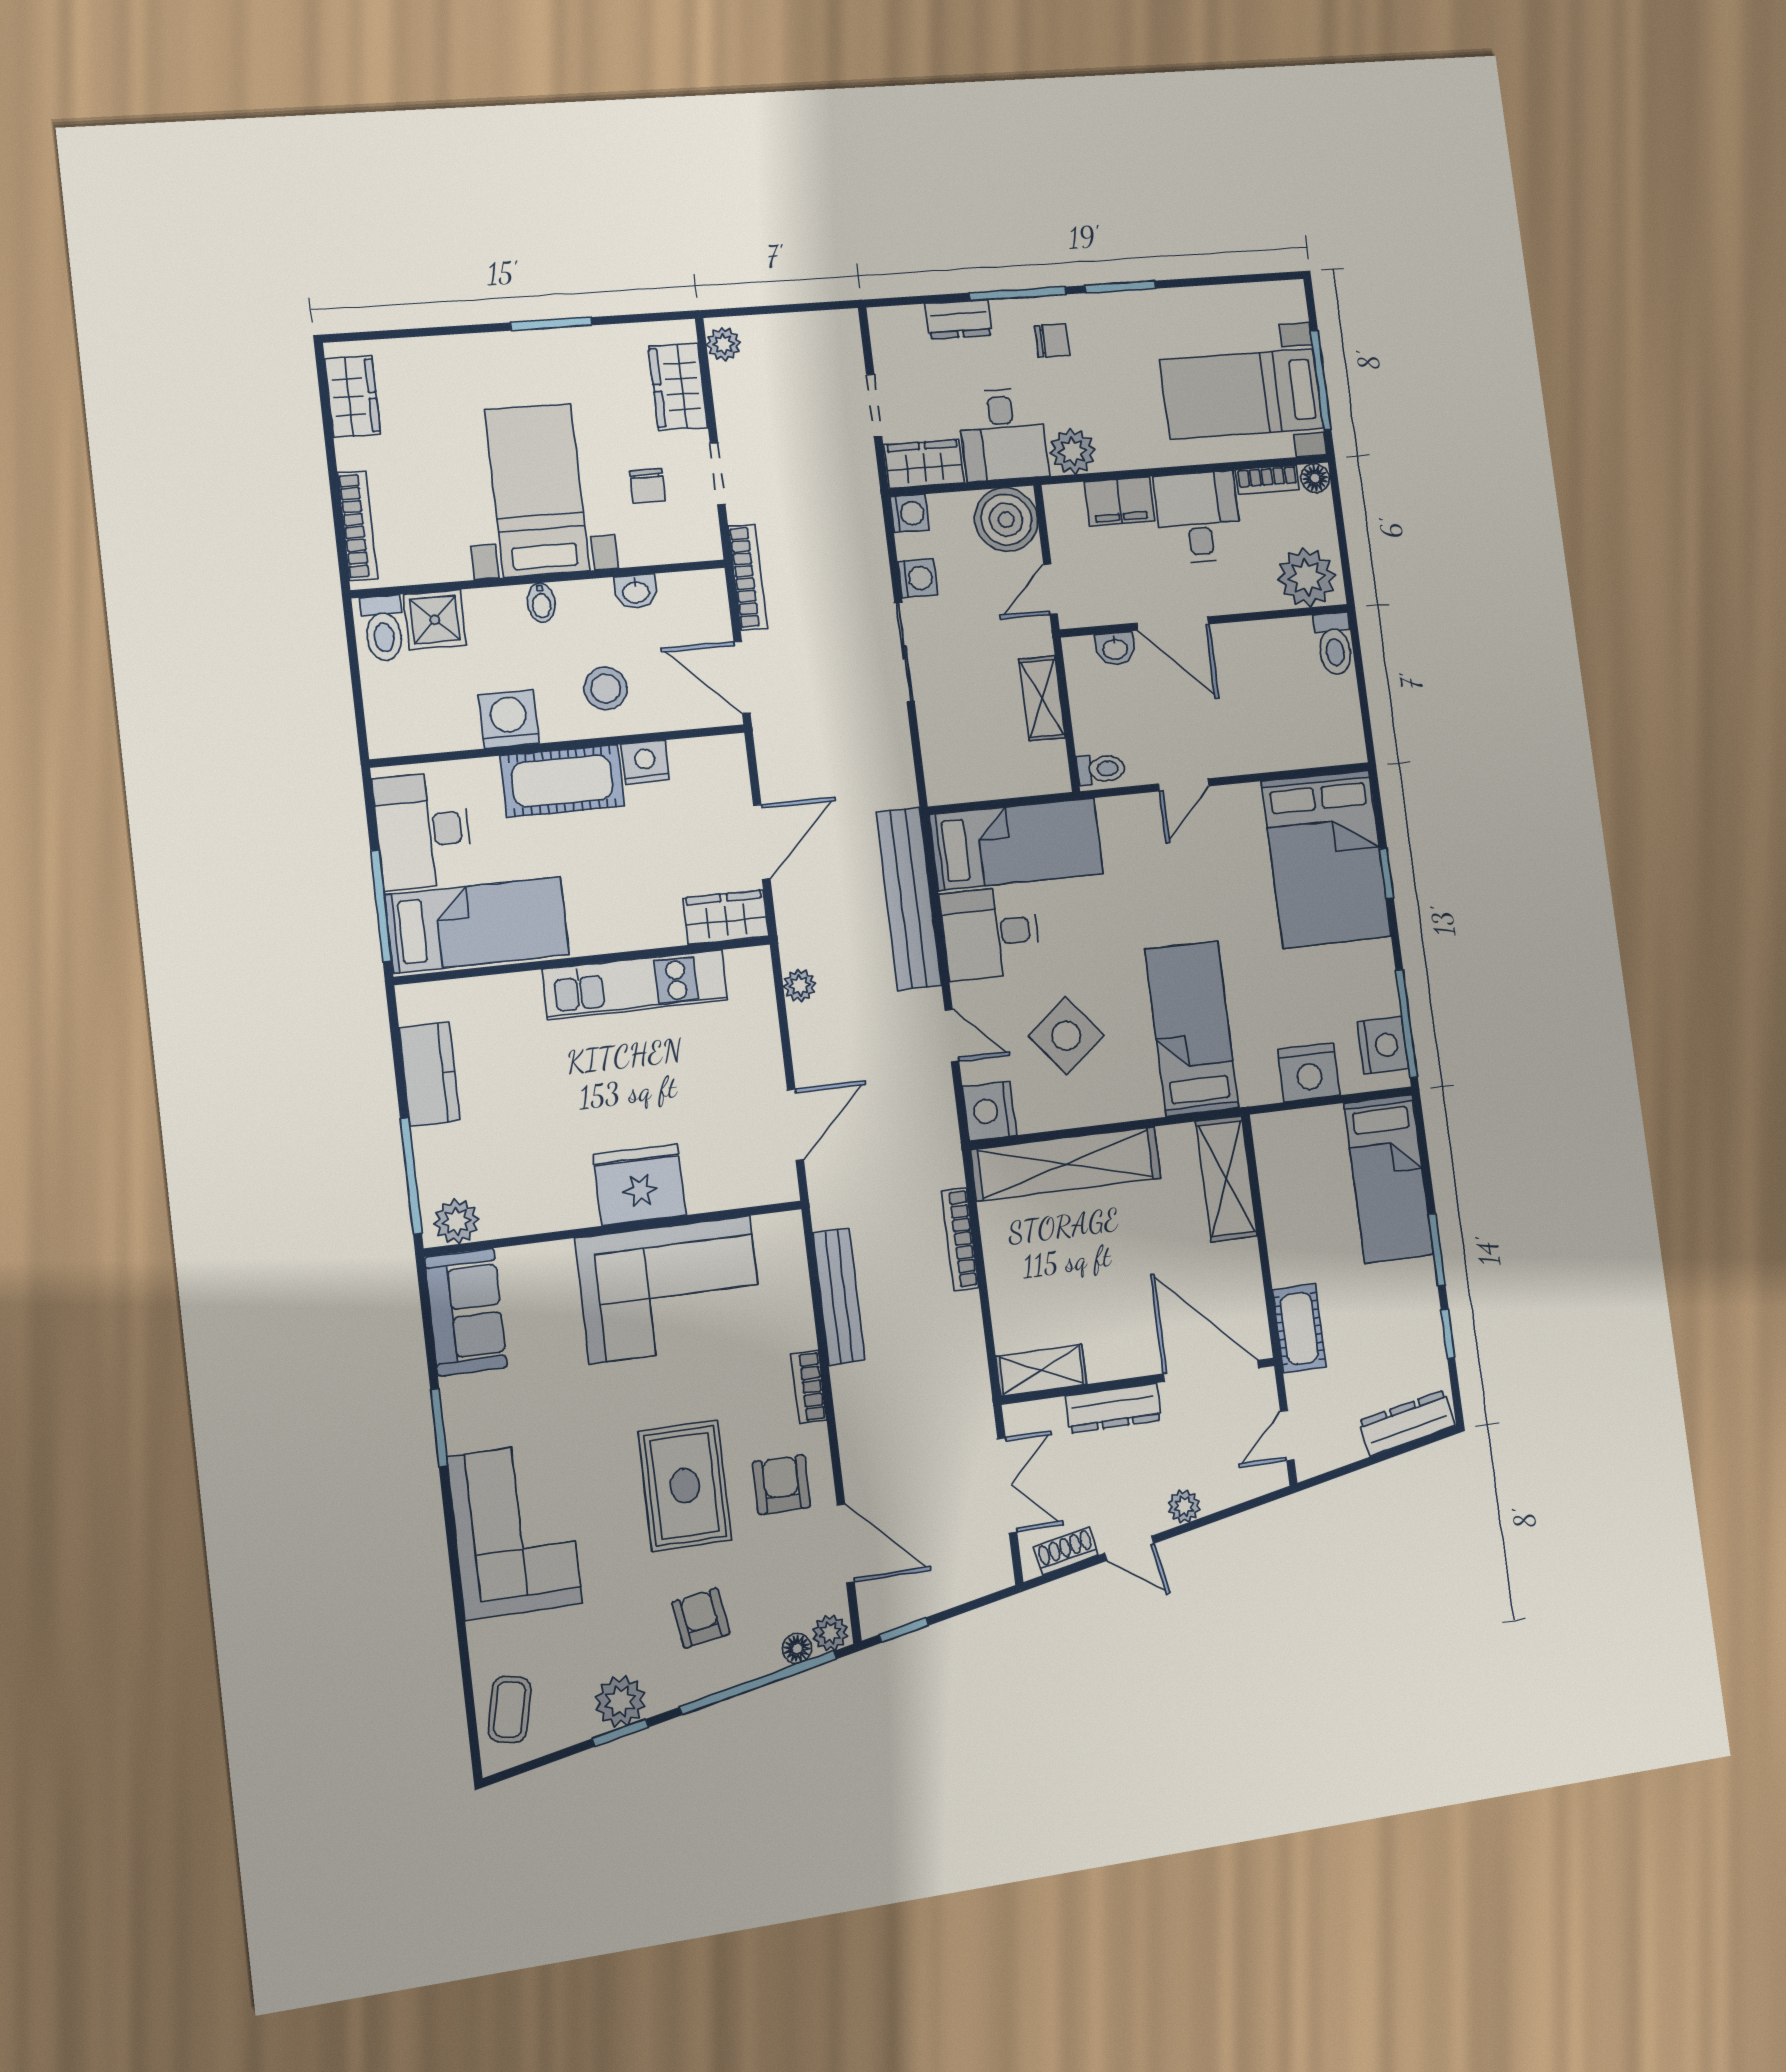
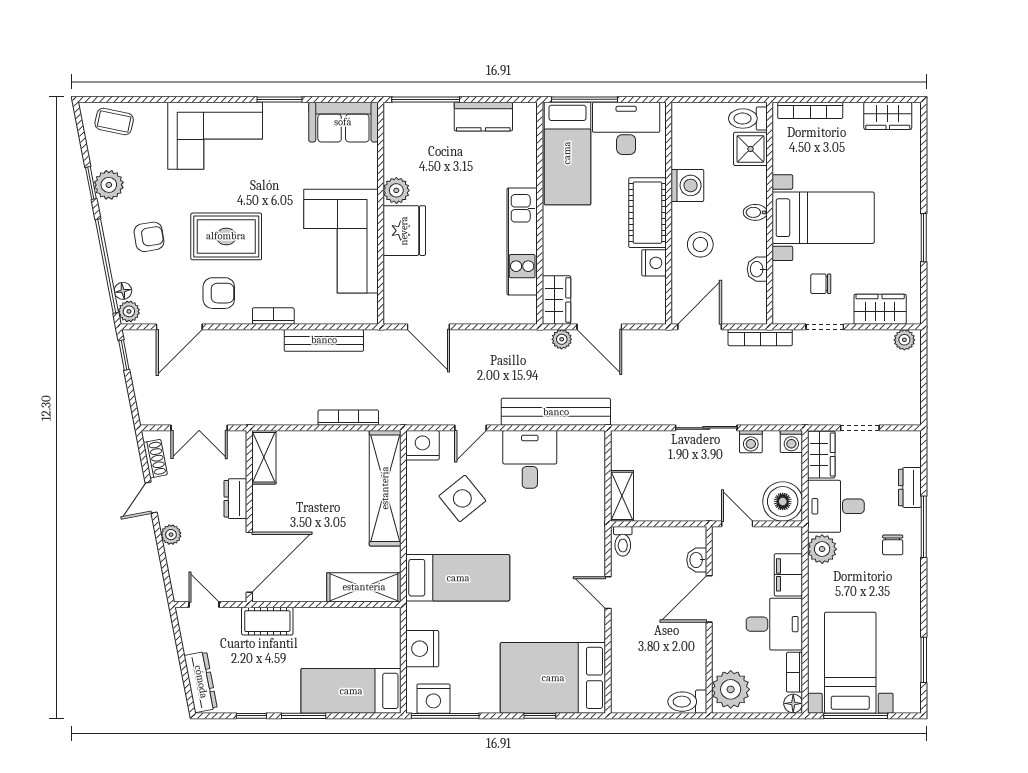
window: (1120, 287) -> (924, 660), moved
shelving: (1042, 698) -> (622, 496), moved, turned 90
bed: (1016, 844) -> (582, 482), removed
plant: (800, 986) -> (562, 339), moved
plant: (457, 1221) -> (396, 190), moved
dresser: (1113, 1408) -> (235, 499), width x0.70

